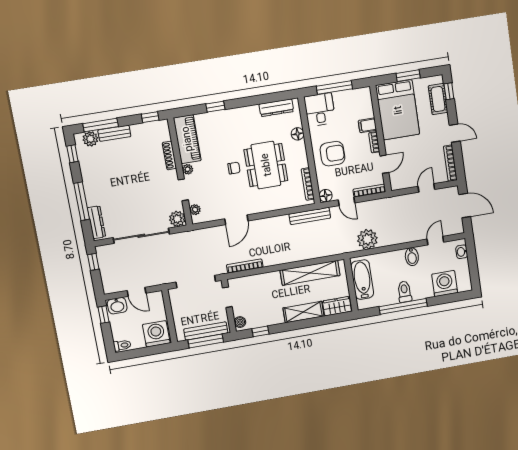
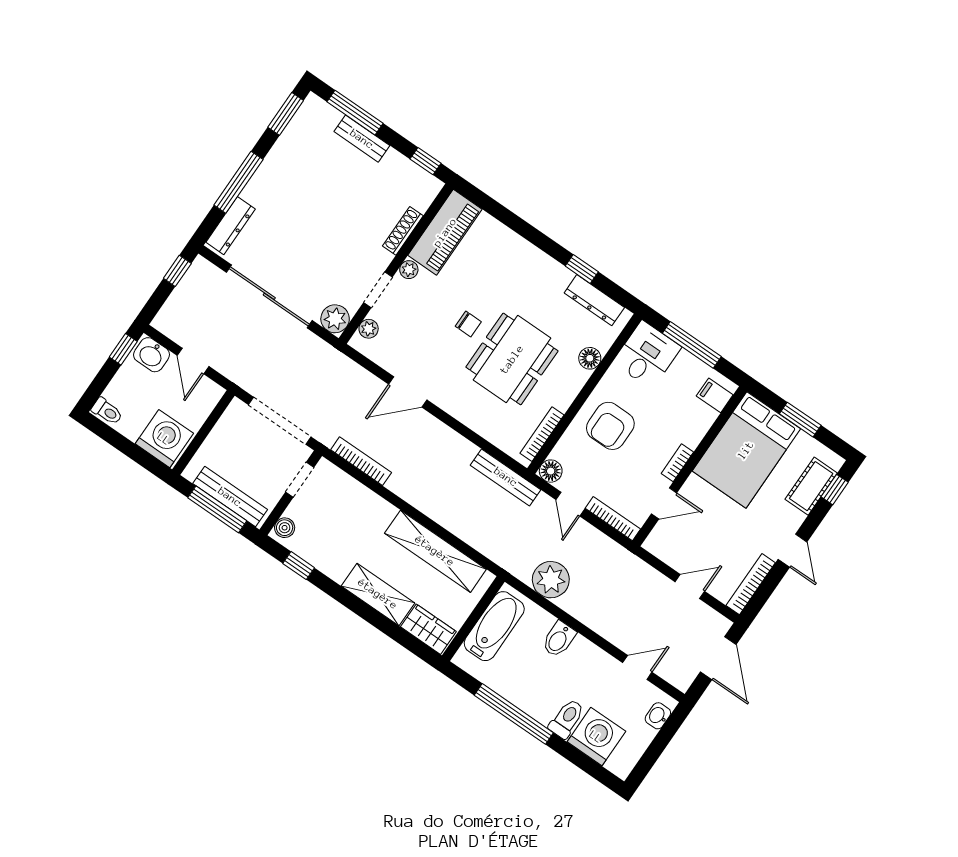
window: (215, 107) -> (582, 269), moved
filing cabinet: (367, 125) -> (715, 395), moved
plant: (90, 139) -> (326, 117), removed
window: (72, 154) -> (286, 114), width x1.50
armchair: (332, 154) -> (610, 426), turned 90
bidet: (412, 257) -> (559, 639), moved
toilet: (404, 292) -> (567, 719), moved

